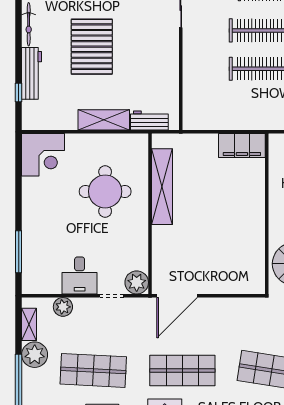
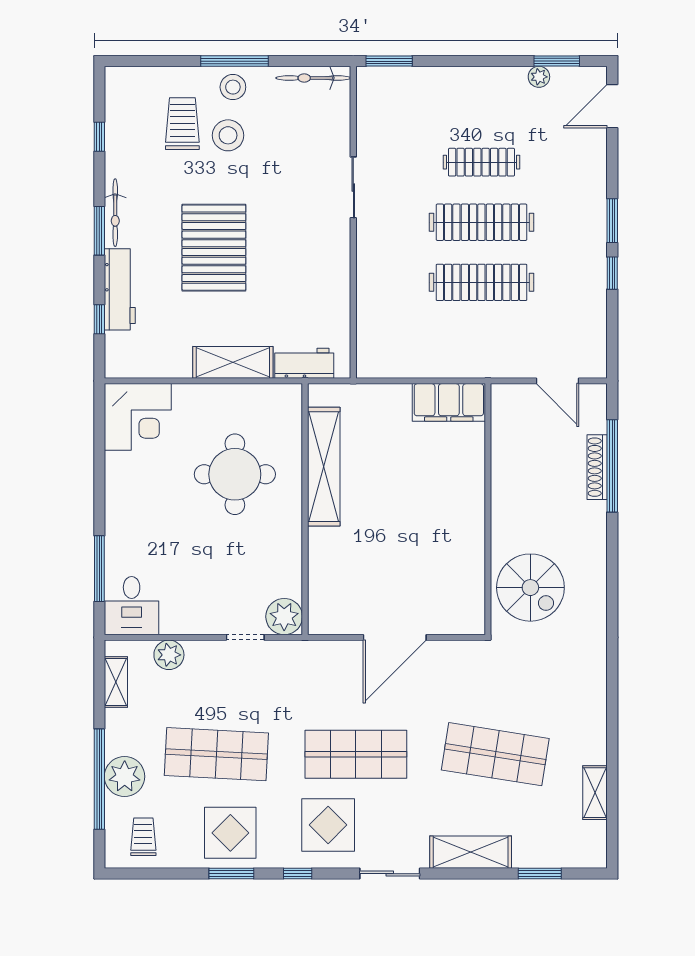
window: (19, 36) -> (99, 231), added
desk: (80, 275) -> (132, 606), moved
door: (177, 296) -> (395, 637), moved
plant: (35, 355) -> (125, 776), moved

